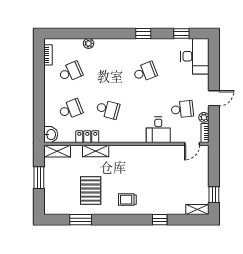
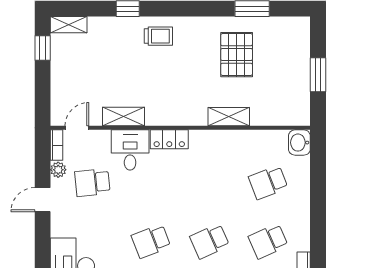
school desk: (108, 109) -> (210, 241), moved, turned -39
locker: (87, 137) -> (169, 139), moved
shelving: (57, 151) -> (123, 116), moved
trolley: (127, 200) -> (158, 36), moved

